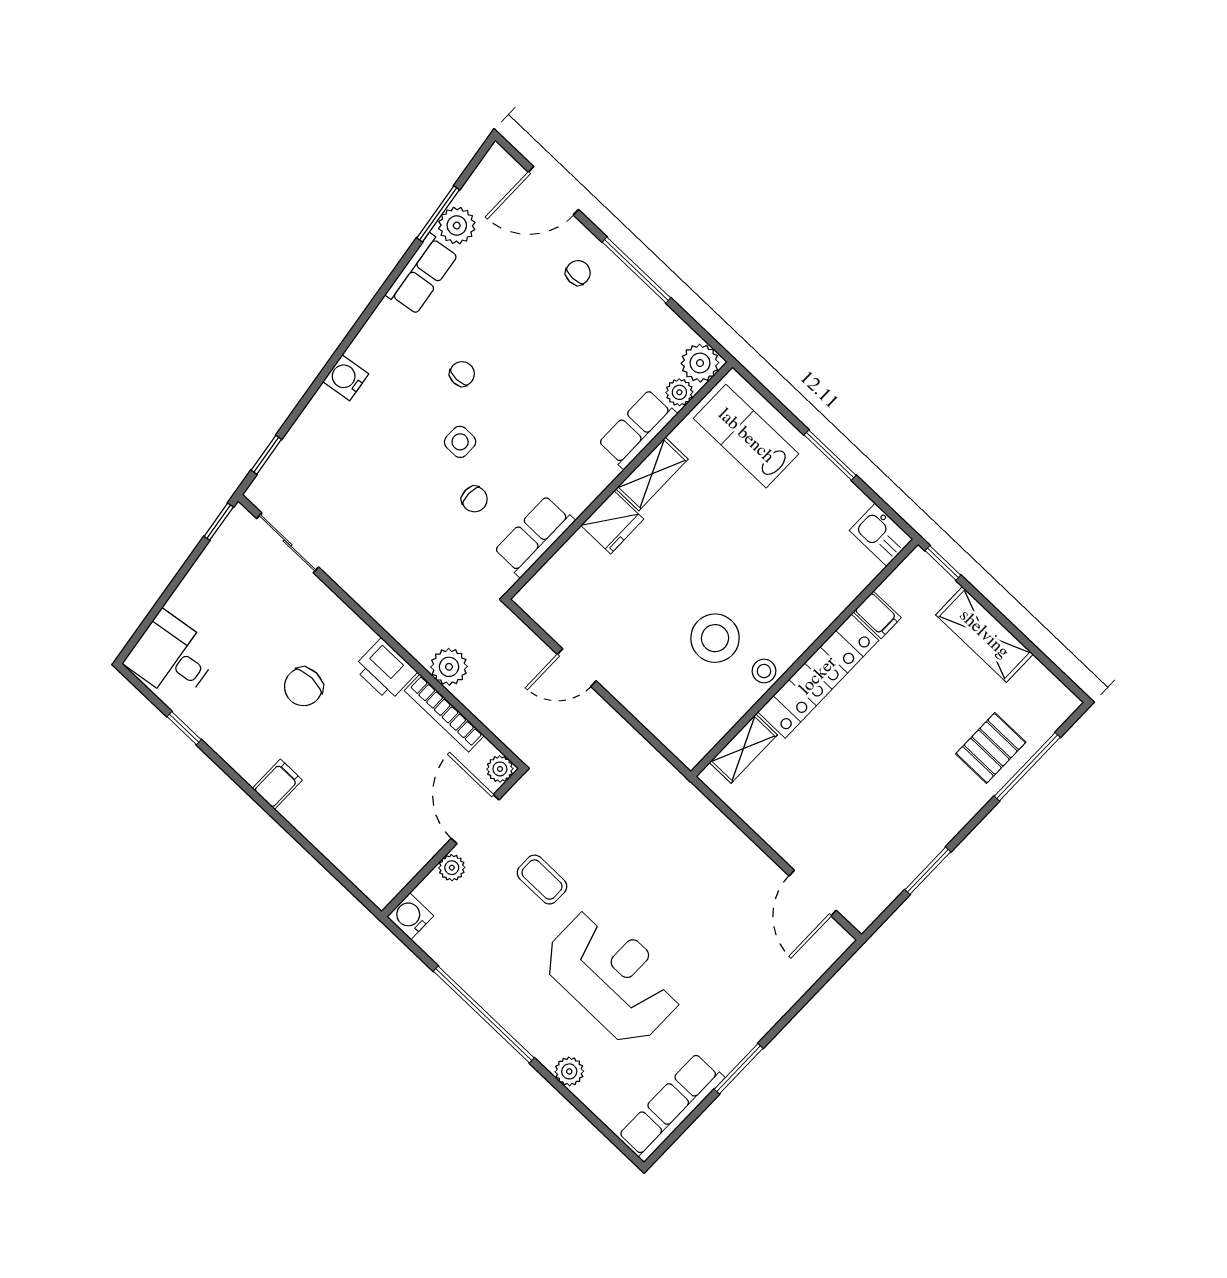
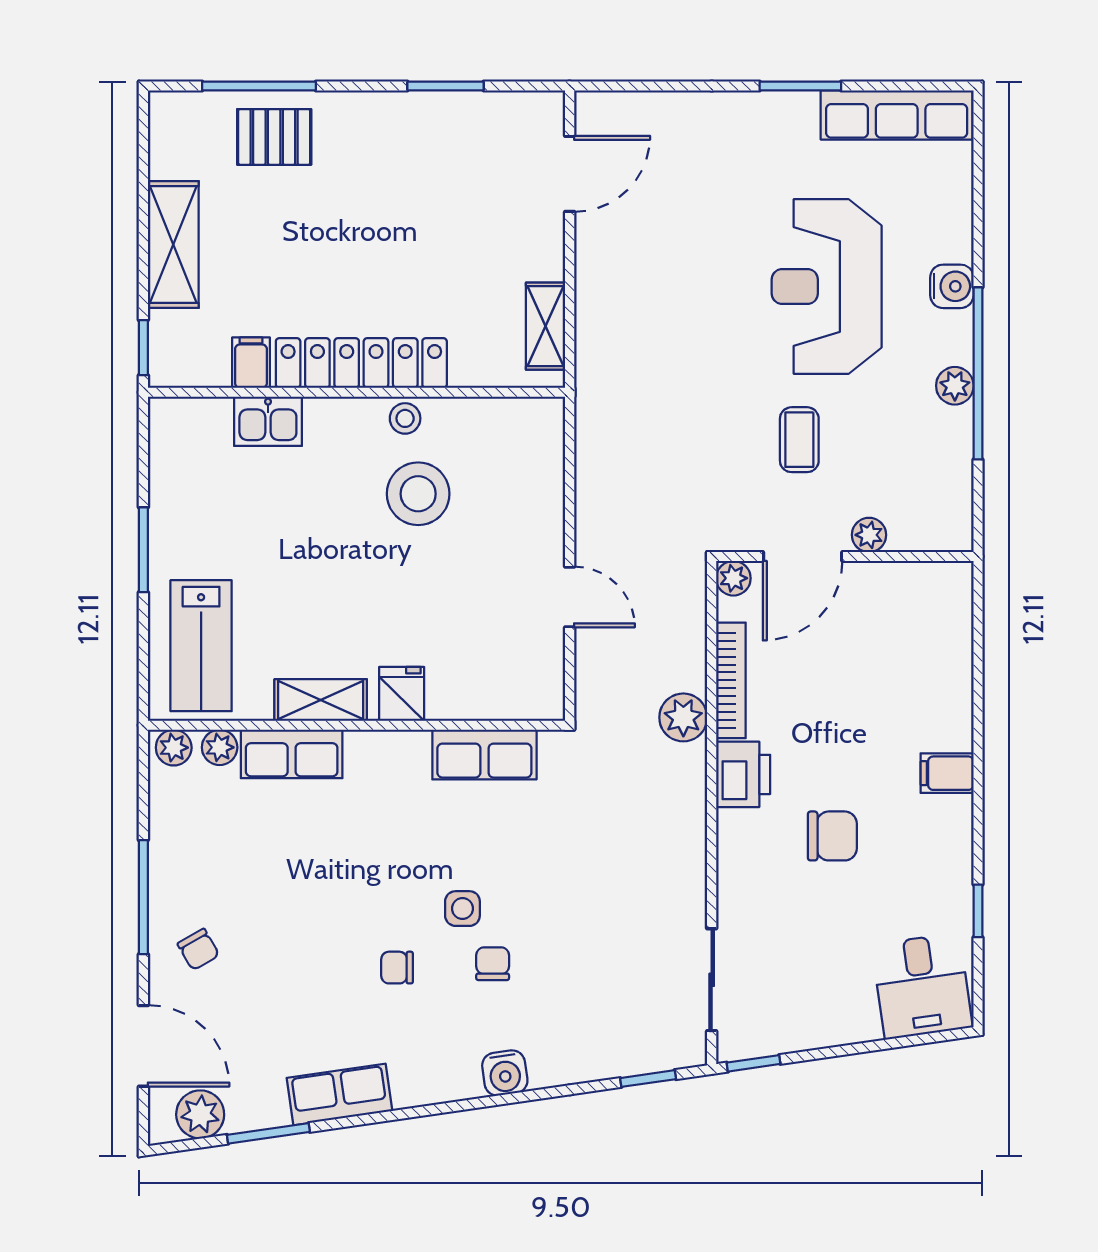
plant: (457, 226) -> (200, 1114), moved
chair: (578, 273) -> (198, 949), turned -120
plant: (700, 363) -> (174, 748), width x0.73, depth x0.73
chair: (474, 499) -> (493, 964), moved
fridge: (612, 522) -> (402, 694), width x0.72
kitchen sink: (881, 535) -> (268, 421), moved, turned 90
shelving: (743, 749) -> (546, 326), moved, turned 90
water cooler: (410, 916) -> (952, 286), moved, turned -90
plant: (569, 1071) -> (955, 386), moved

